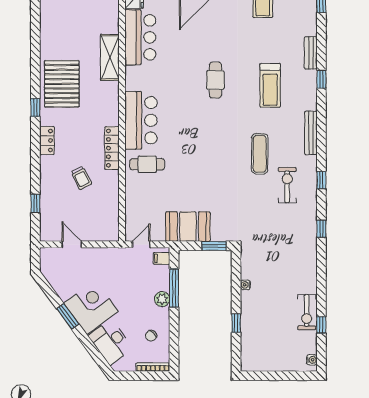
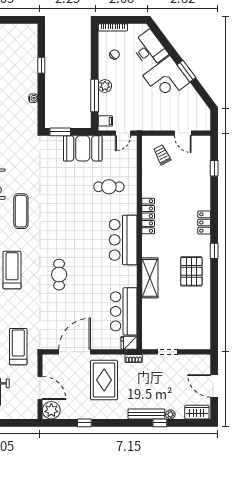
shelving: (110, 57) -> (150, 278), moved
pallet: (62, 84) -> (191, 271), width x0.73, depth x0.71
cafe table: (147, 164) -> (109, 187), moved
trolley: (81, 178) -> (162, 155), moved

